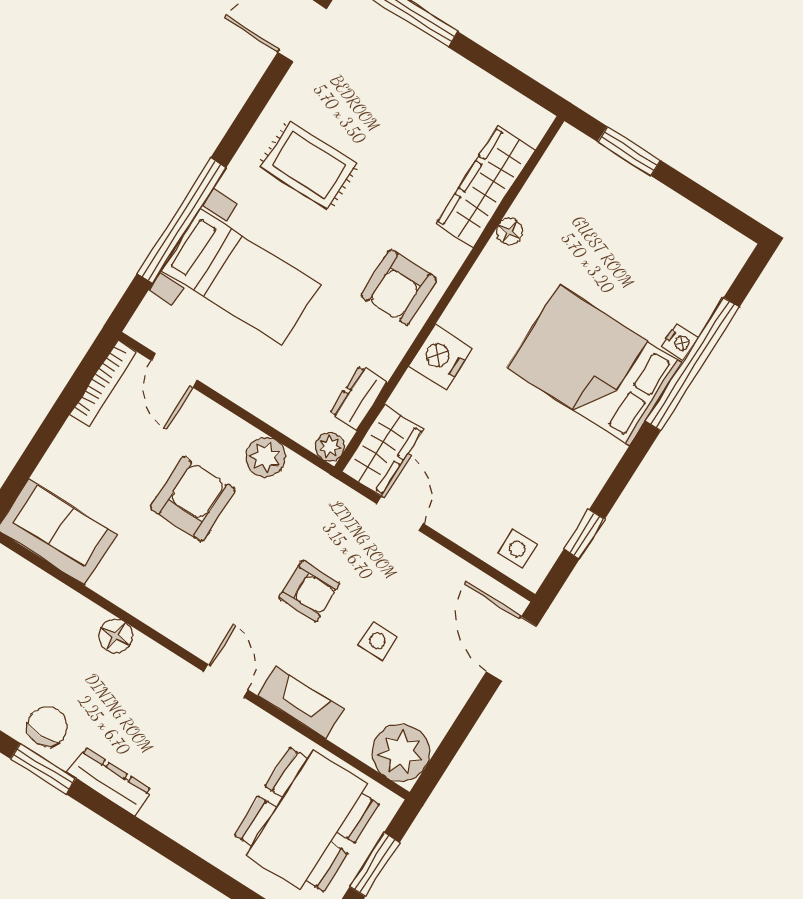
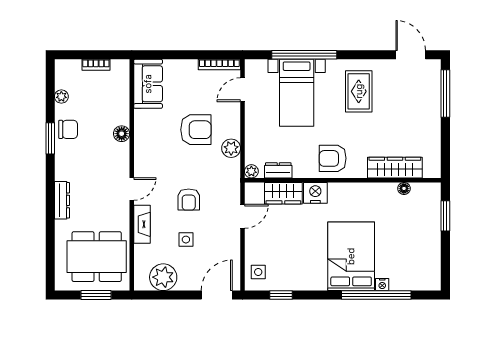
floor lamp: (509, 231) -> (404, 188), moved
wardrobe: (383, 450) -> (283, 193), moved
plant: (401, 753) -> (163, 277), moved
dresser: (110, 781) -> (62, 200), moved

